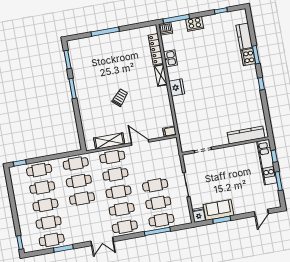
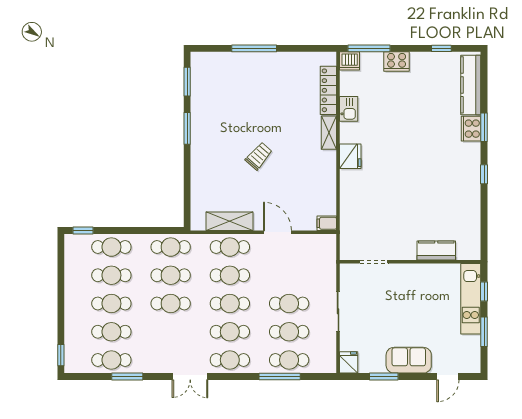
kitchen counter: (244, 36) -> (471, 85), width x1.50
kitchen counter: (246, 135) -> (436, 250), width x0.67
sofa: (219, 210) -> (409, 360), moved

